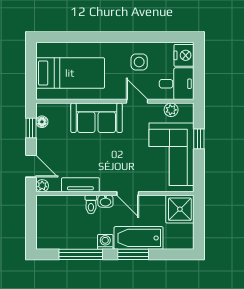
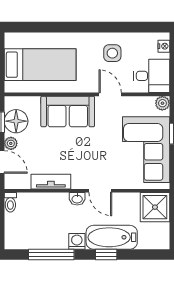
nightstand: (184, 55) -> (164, 46), width x0.53, depth x0.56
plant: (171, 110) -> (162, 103), moved
floor lamp: (42, 122) -> (16, 121), width x1.89, depth x1.89
plant: (42, 186) -> (11, 143), moved
toilet: (91, 205) -> (10, 202), moved
window: (133, 254) -> (106, 254), width x0.67

